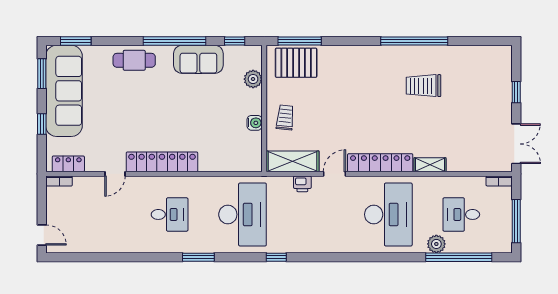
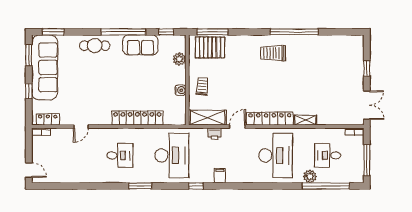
trolley: (423, 86) -> (273, 53), moved
locker: (162, 162) -> (137, 118), moved
filing cabinet: (310, 243) -> (220, 176), added

